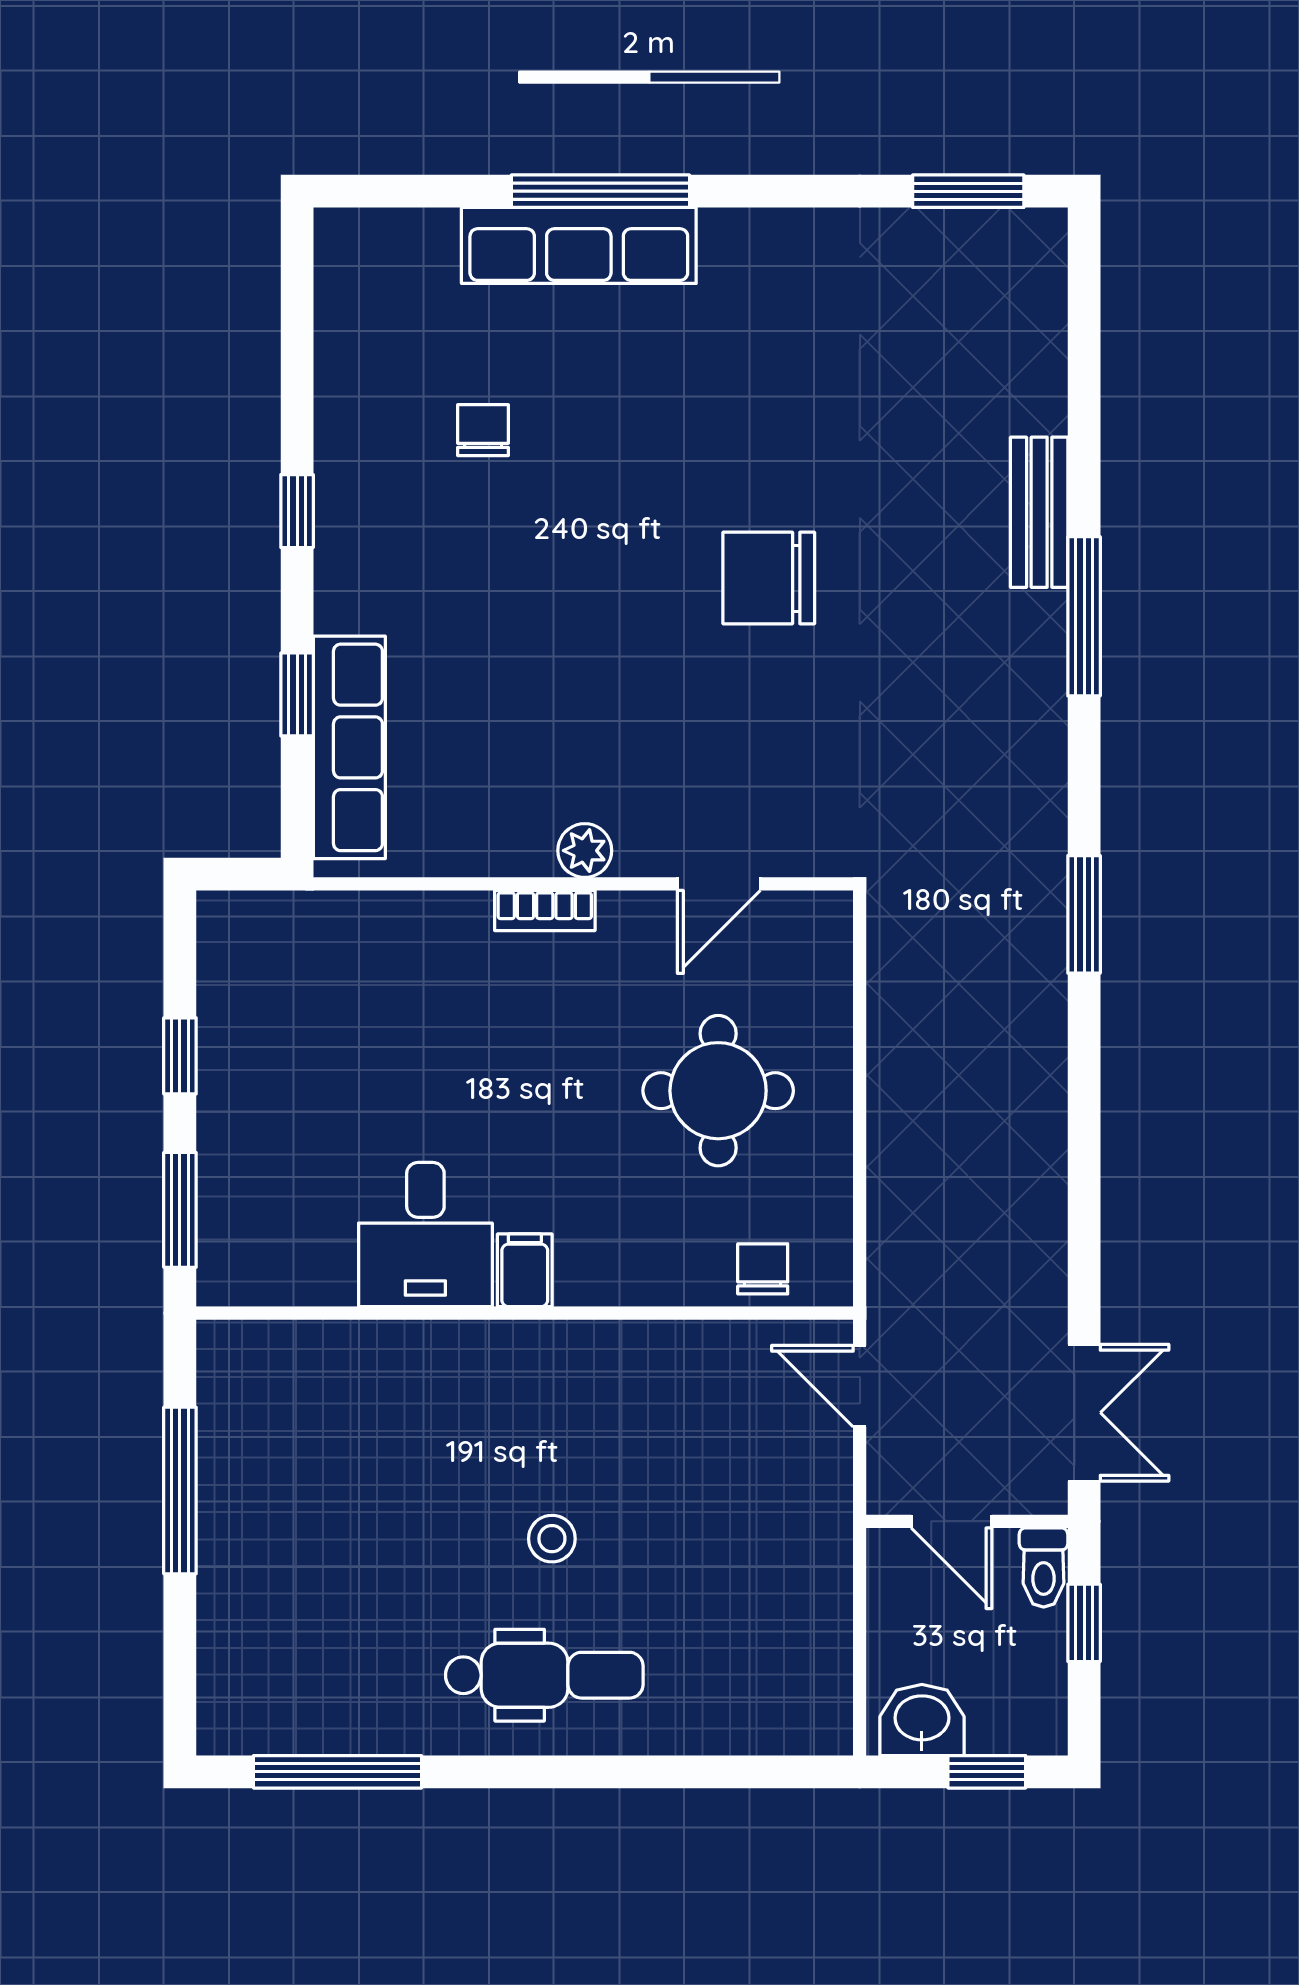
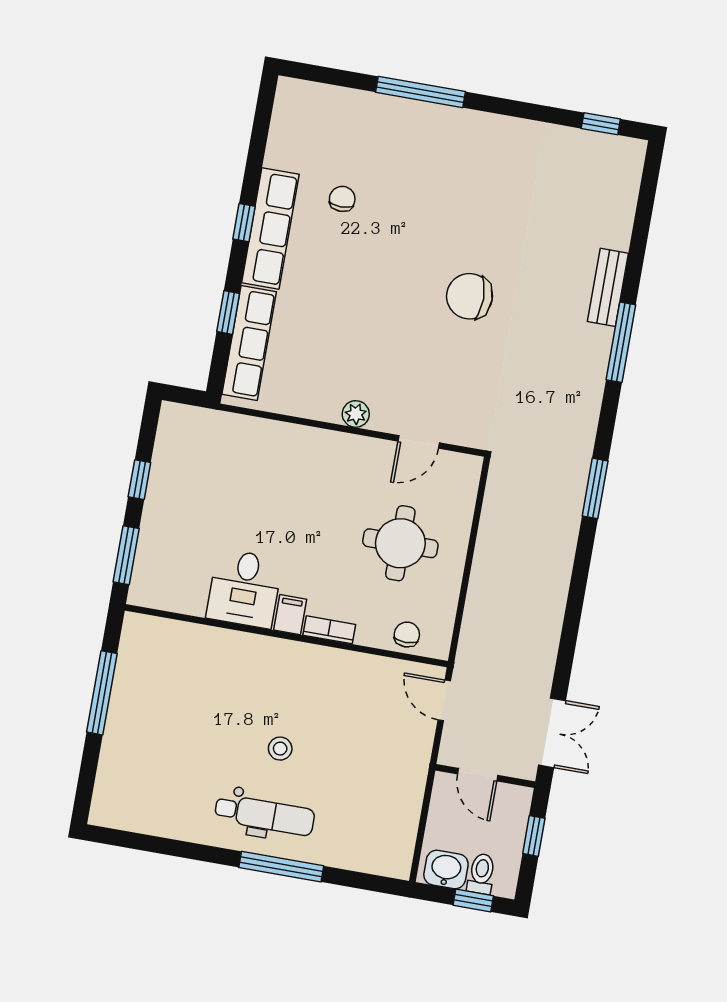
window: (968, 191) -> (601, 124), width x0.67
row of seats: (579, 245) -> (270, 228), moved, turned -90
bookcase: (545, 911) -> (329, 630), moved, turned 180
toilet: (1044, 1567) -> (481, 874), moved, turned 180
window: (337, 1772) -> (281, 867), moved

